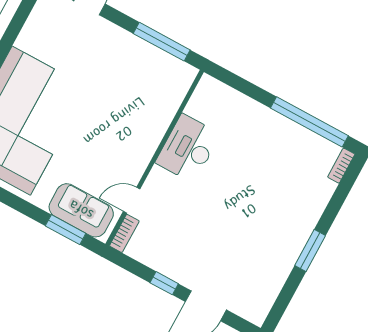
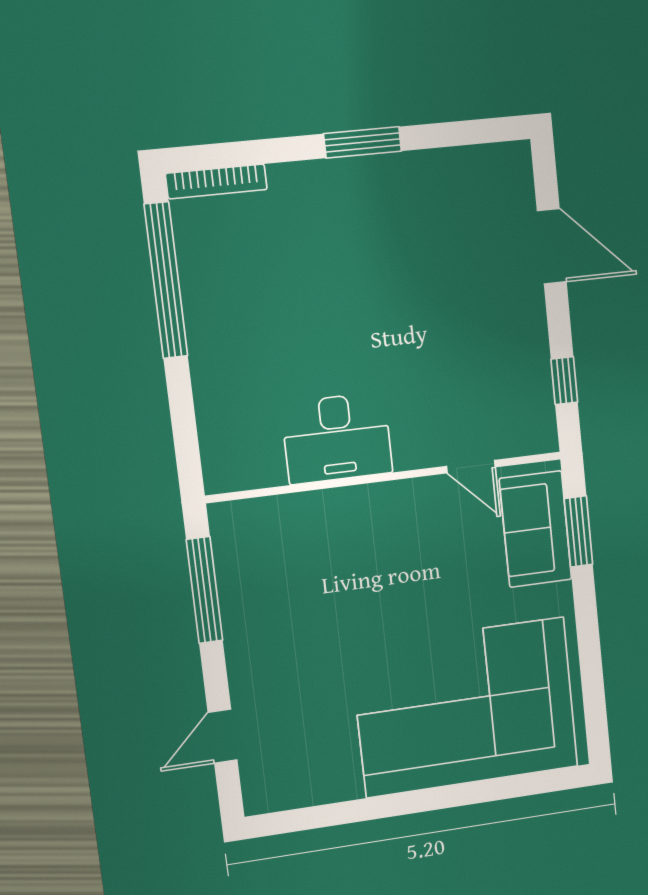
bookcase: (341, 166) -> (216, 181), width x1.56
bookcase: (124, 233) -> (527, 443), removed
window: (164, 283) -> (564, 381), moved

